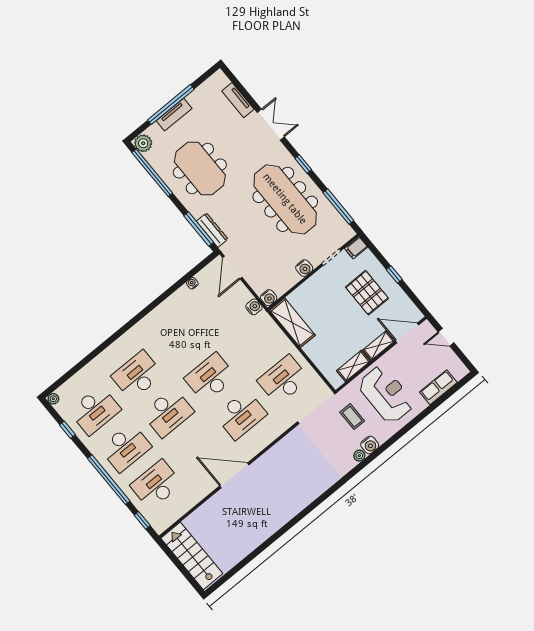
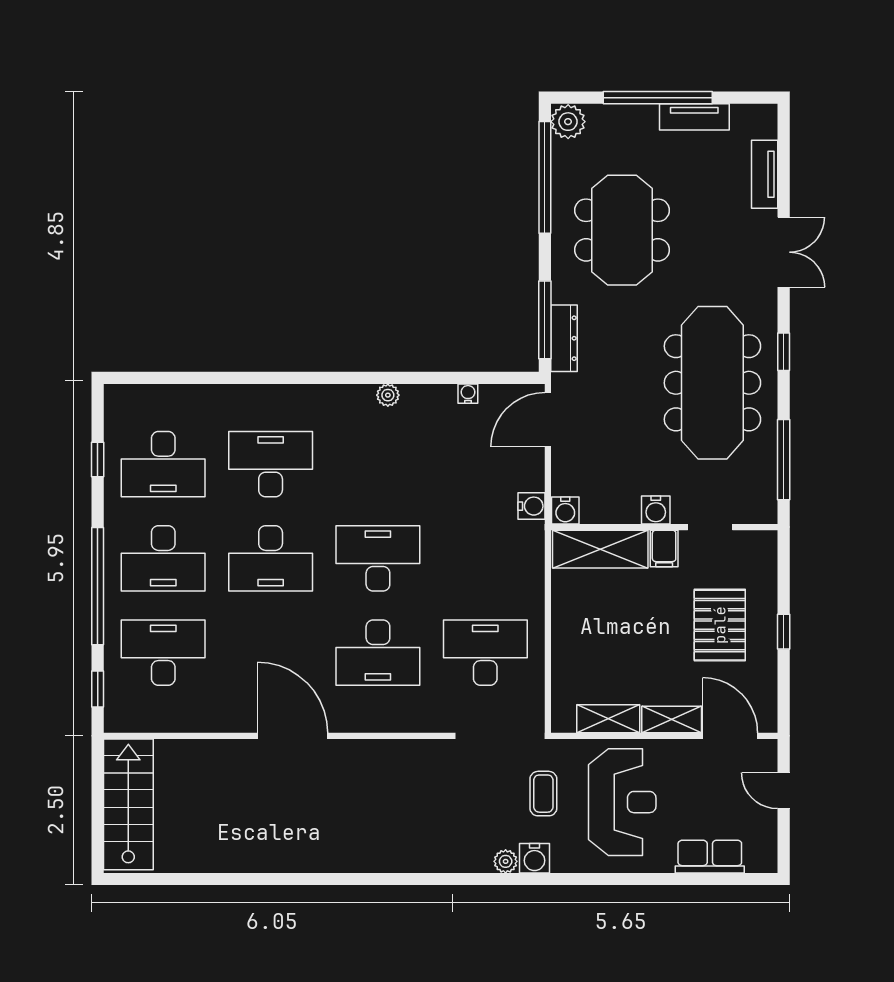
tv unit: (174, 115) -> (694, 117), moved
filing cabinet: (356, 248) -> (664, 548), moved, turned -90
shelving: (292, 323) -> (600, 549), moved, turned 90
plant: (53, 399) -> (388, 395), moved

